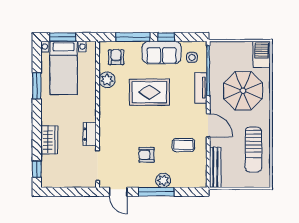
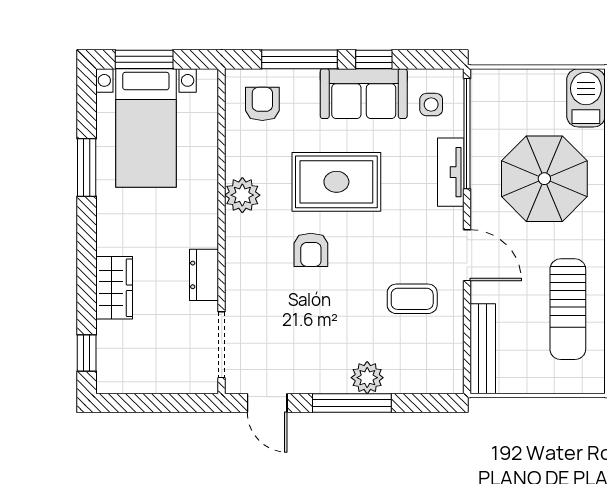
plant: (107, 80) -> (242, 195), moved
armchair: (147, 155) -> (311, 250), moved, turned -90

